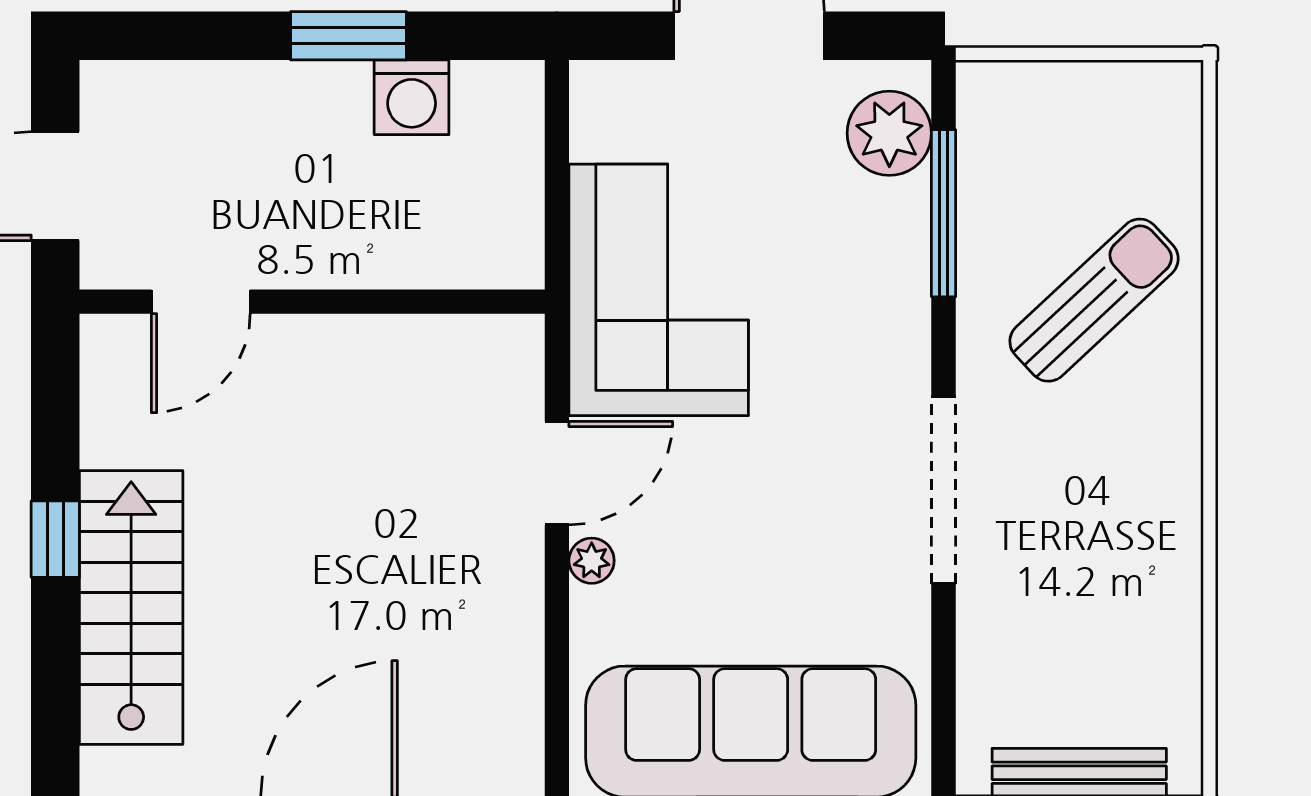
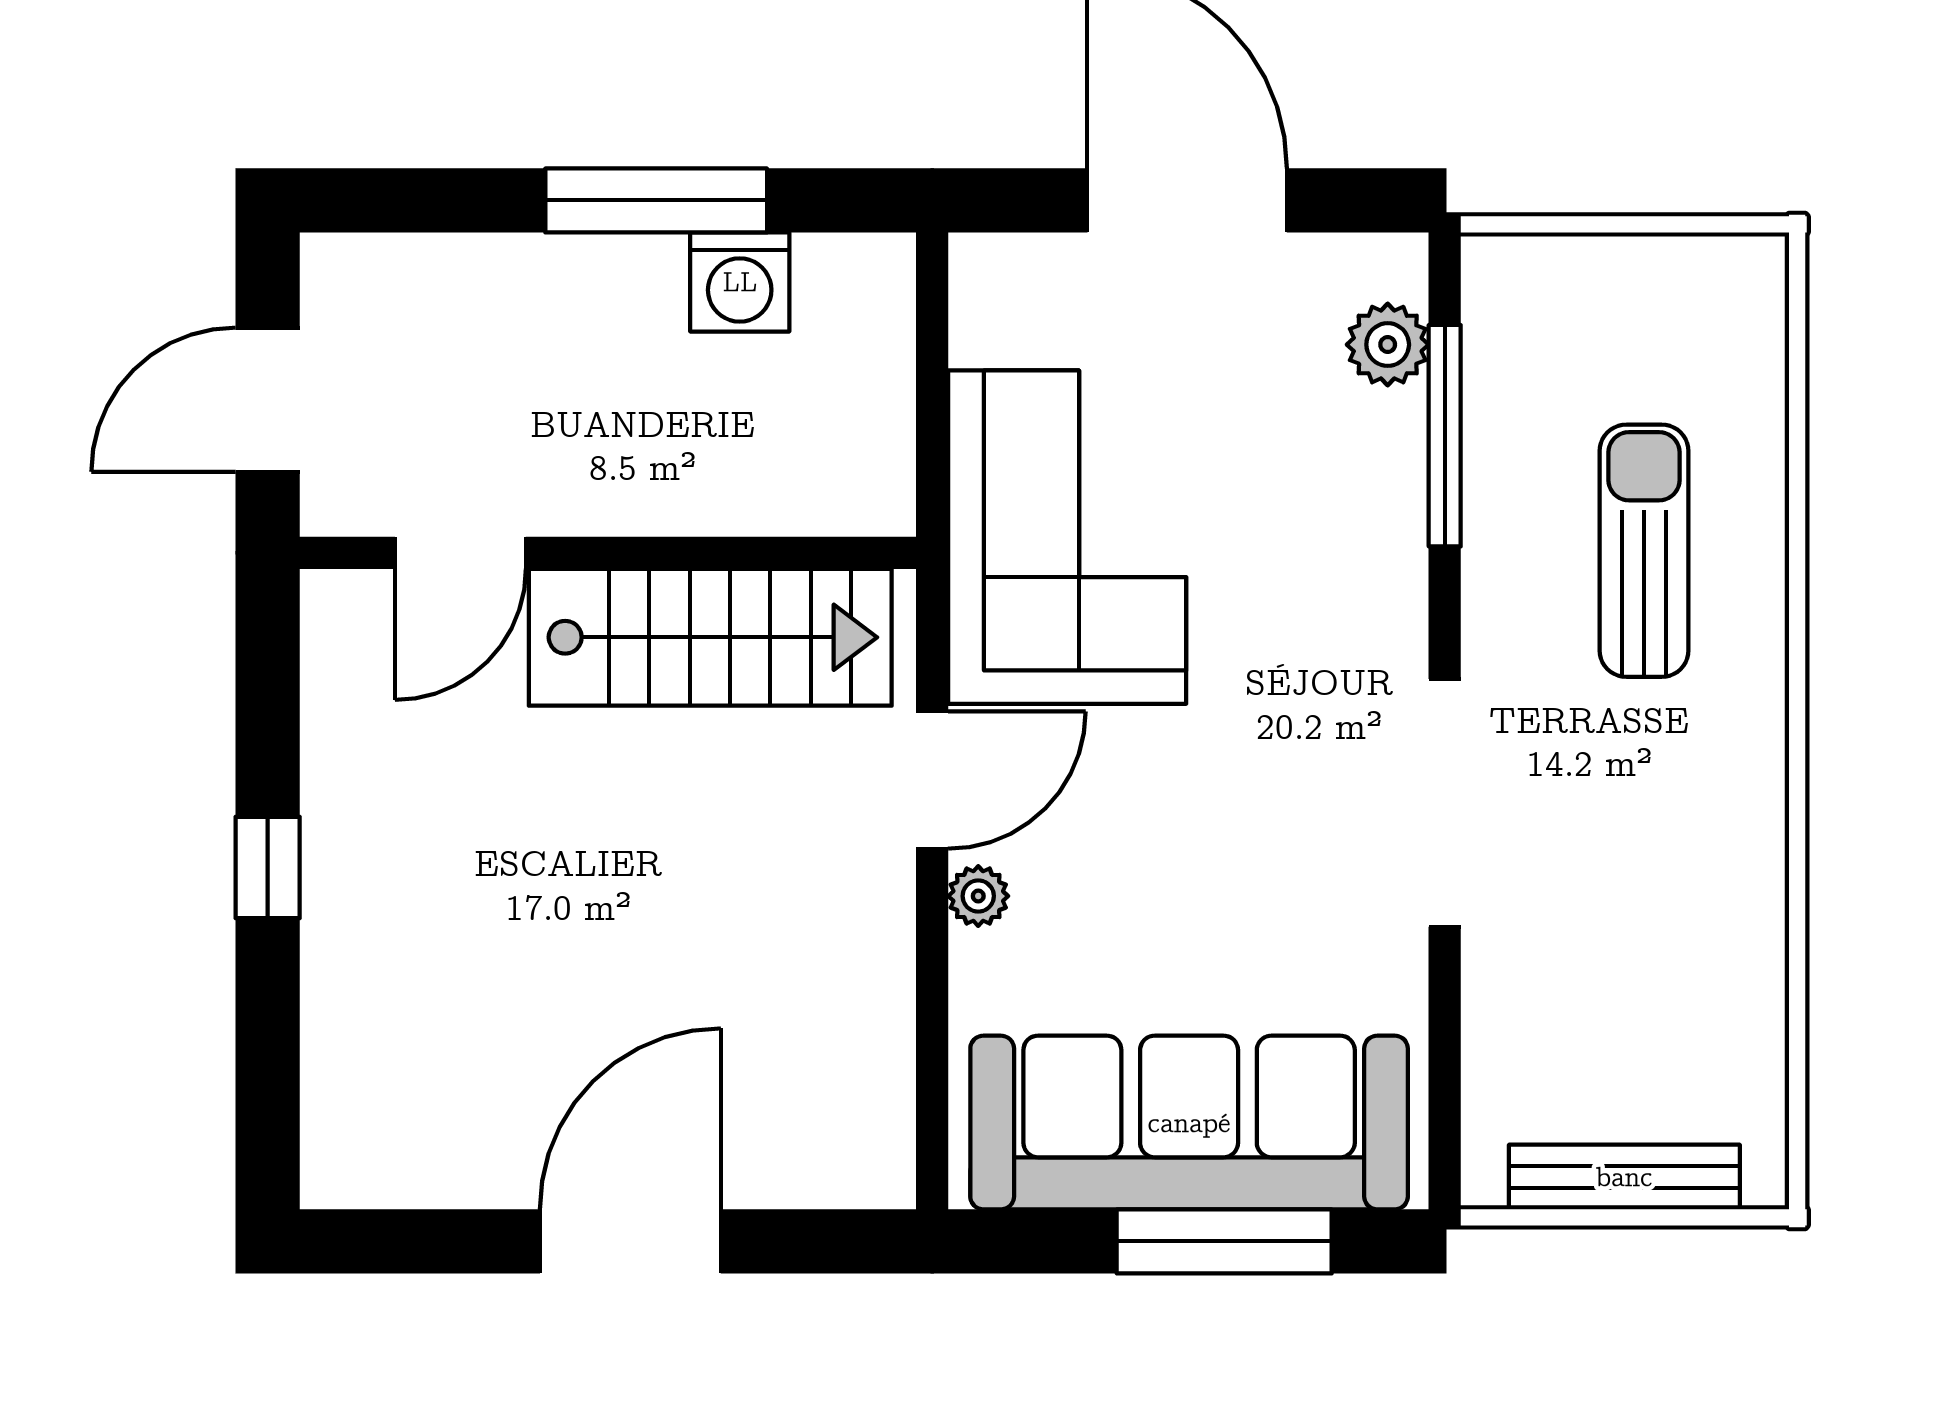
window: (349, 36) -> (656, 200), width x1.44
plant: (889, 133) -> (1388, 345), width x0.73, depth x0.73
sun lounger: (1094, 300) -> (1644, 551), turned -47
stairs: (131, 608) -> (710, 637), moved, turned 90

